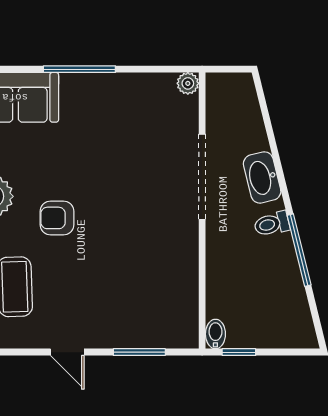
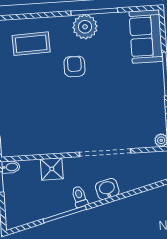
washbasin: (262, 177) -> (107, 189), width x0.72
shower: (223, 266) -> (52, 169), added

